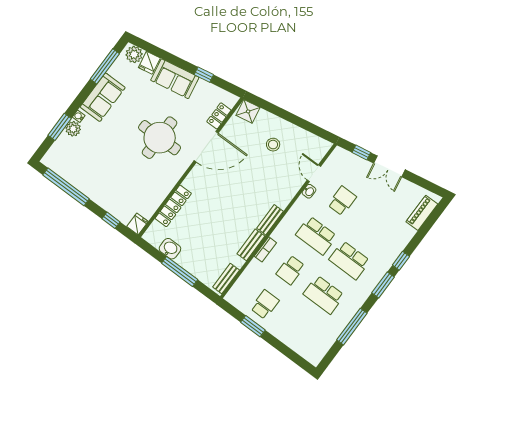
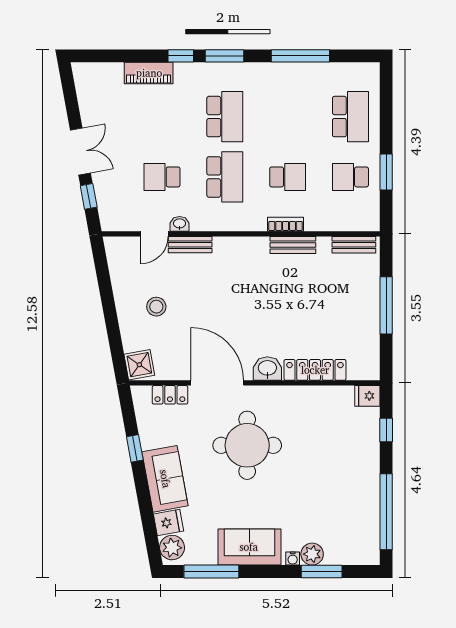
piano: (422, 213) -> (149, 73), moved
bench: (270, 220) -> (190, 245), moved
washbasin: (170, 249) -> (267, 369), moved, turned 90
school desk: (324, 295) -> (350, 117), moved

